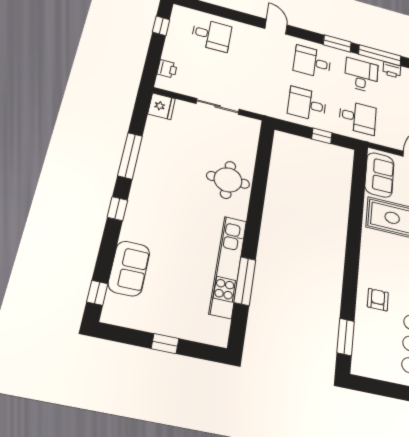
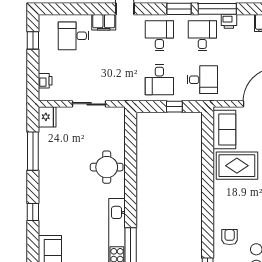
filing cabinet: (249, 32) -> (104, 22), added
desk: (211, 35) -> (74, 36), turned 180
desk: (312, 62) -> (159, 36), turned 90
desk: (307, 104) -> (159, 80), turned -90
window: (130, 156) -> (33, 151), moved

